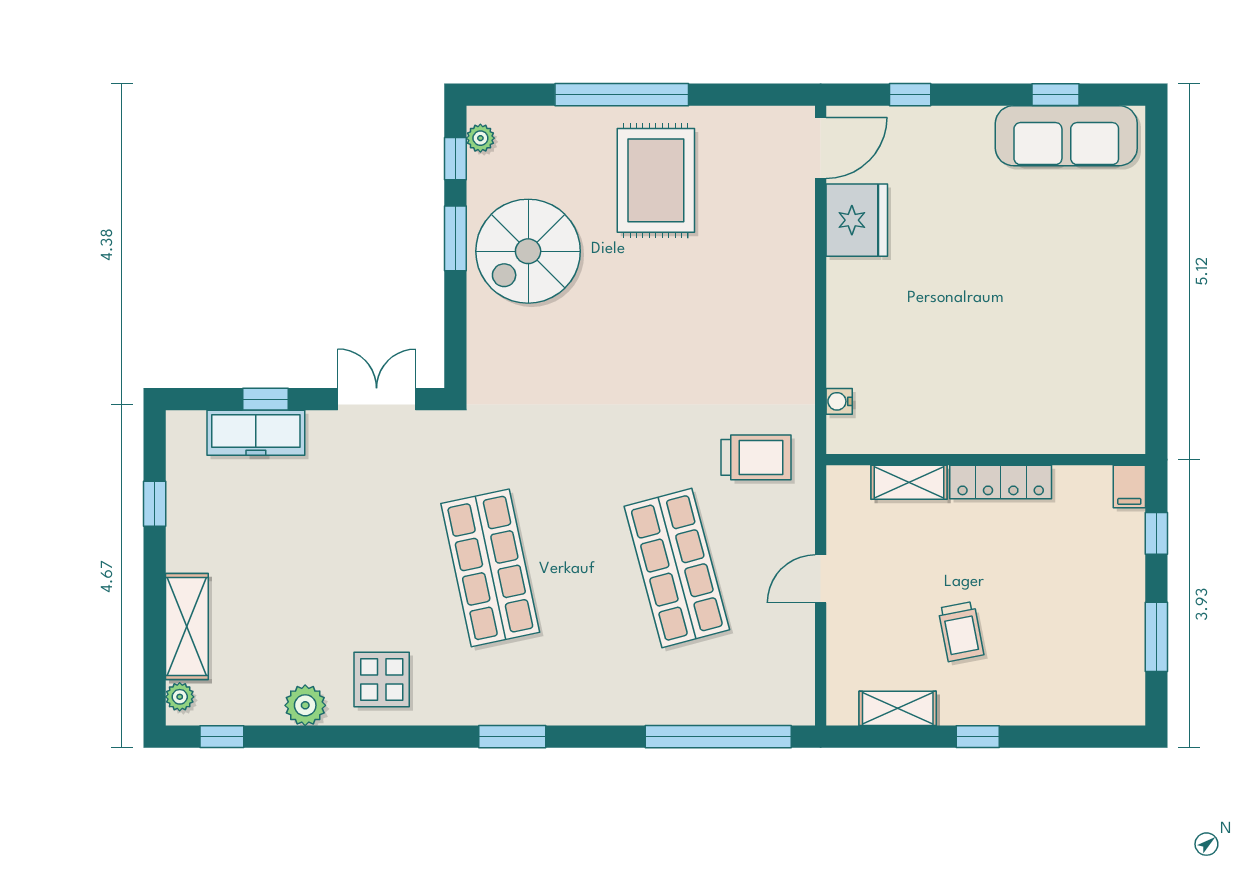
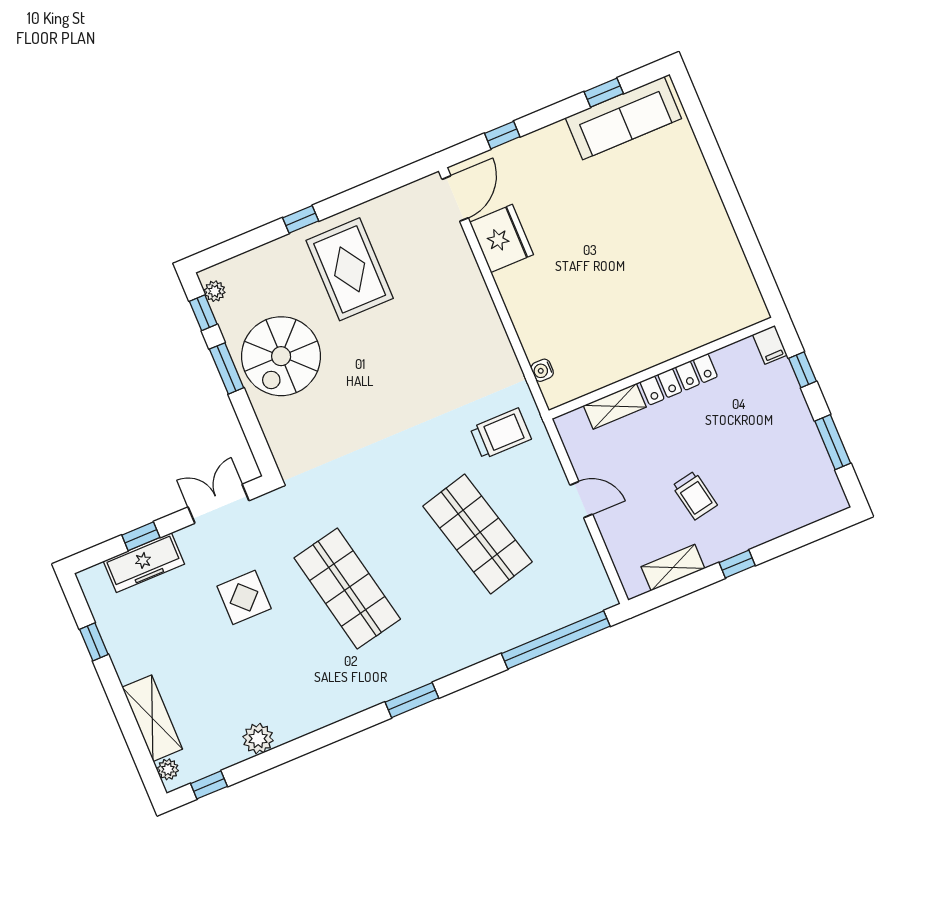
window: (622, 95) -> (301, 219), width x0.32
door: (821, 579) -> (581, 500), swing flipped
display table: (382, 679) -> (244, 597), moved

